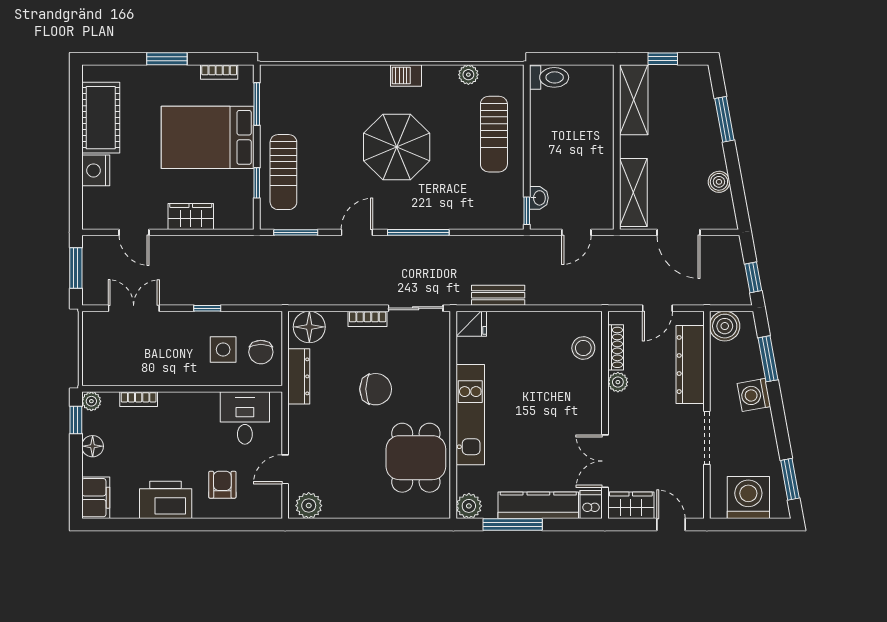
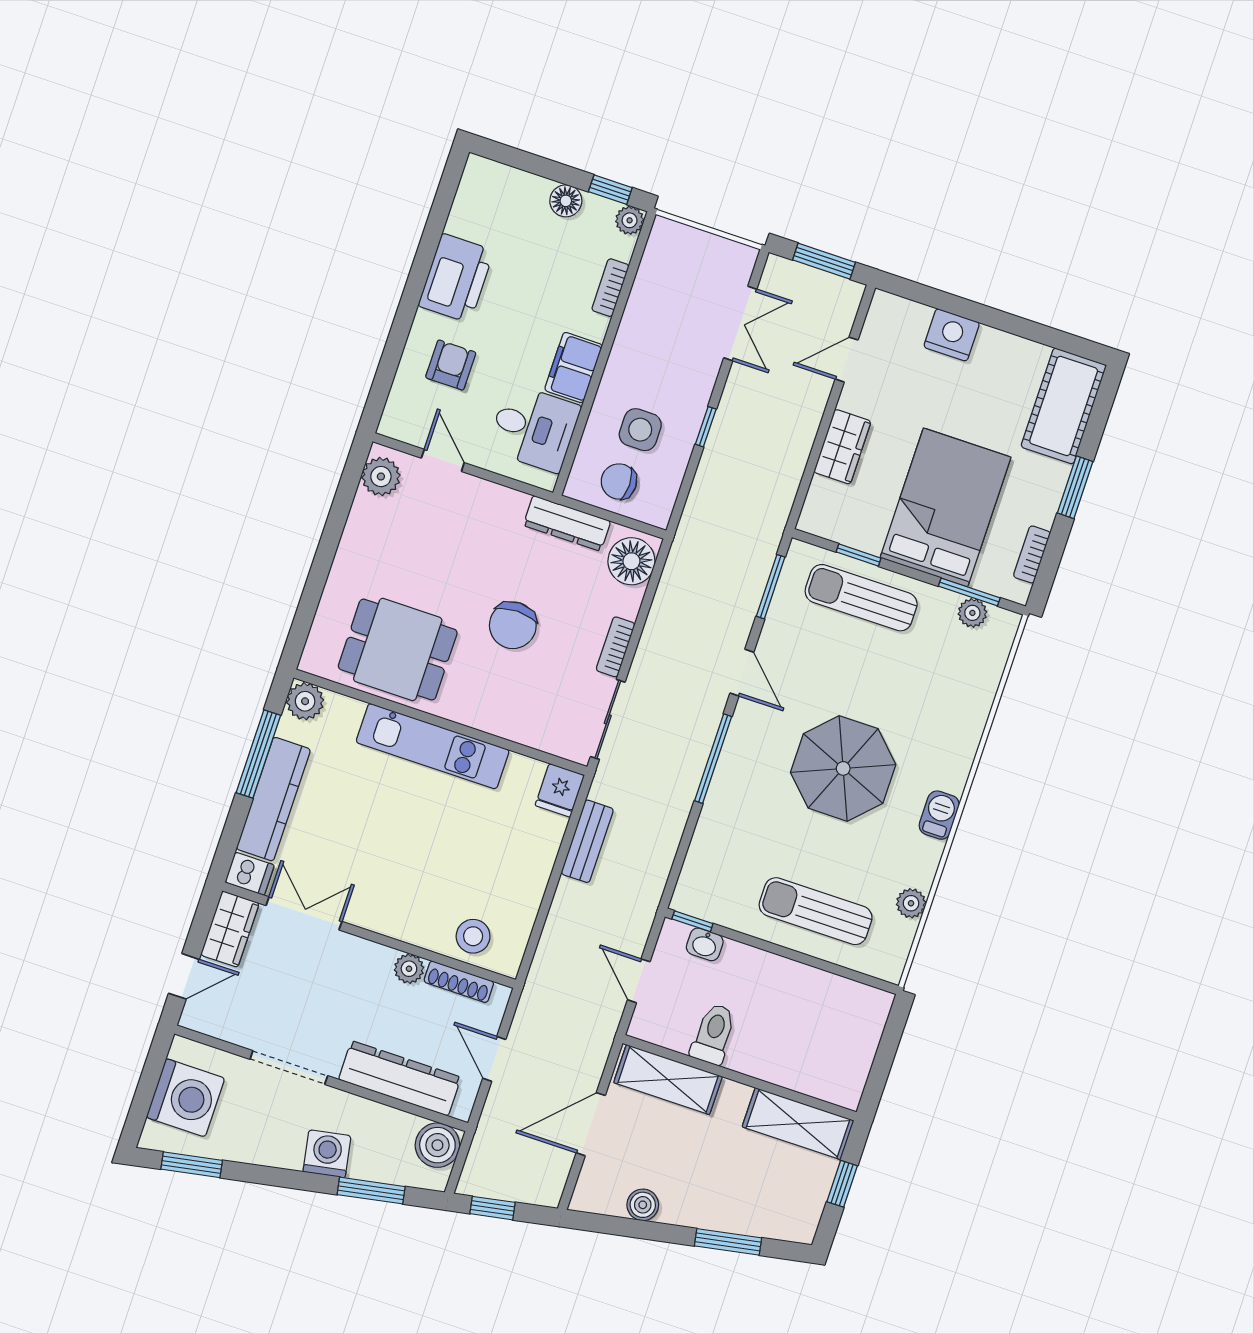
toilet: (549, 77) -> (713, 1034), moved, turned 180
plant: (269, 98) -> (972, 613), added
cot: (101, 118) -> (1064, 406), moved, turned 90
armchair: (222, 485) -> (451, 365), turned -90
filing cabinet: (96, 498) -> (573, 368), moved, turned 90

